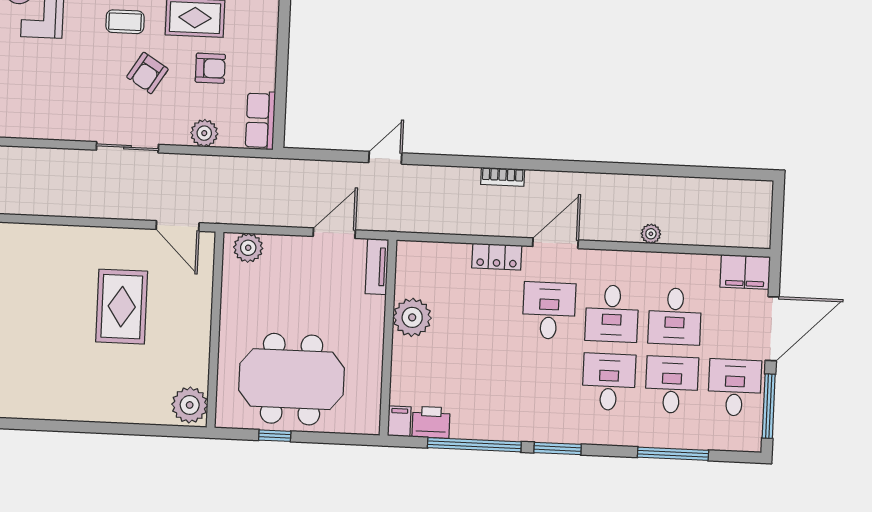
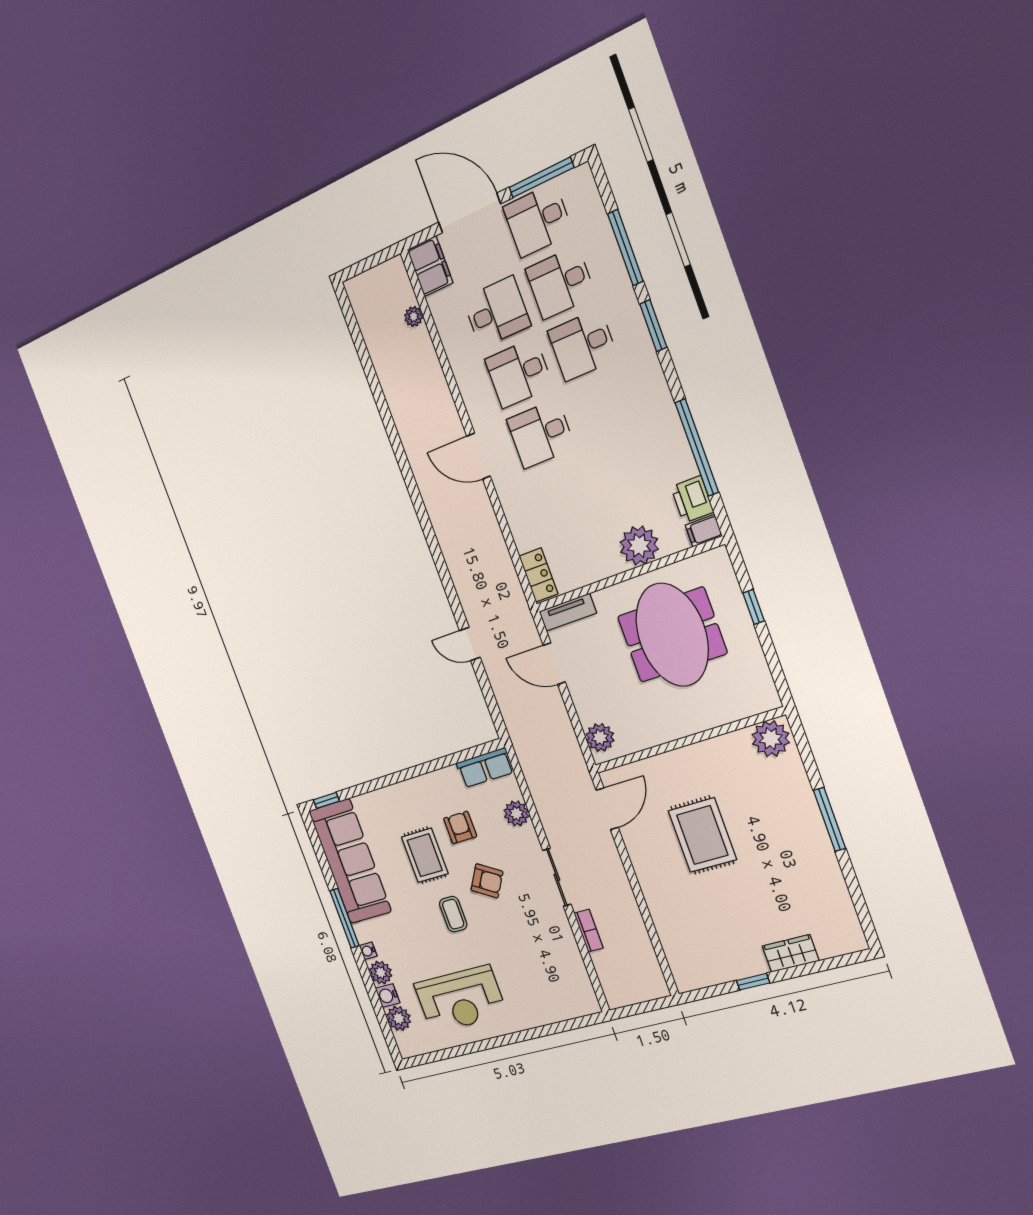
bookcase: (503, 177) -> (589, 931), moved
plant: (651, 234) -> (414, 316), moved
locker: (497, 257) -> (538, 575), moved
rug: (122, 307) -> (702, 835), turned 90
desk: (612, 313) -> (519, 373), turned 180
plant: (412, 317) -> (639, 546), moved
meeting table: (292, 379) -> (672, 635), moved
window: (97, 428) -> (829, 819), added
window: (275, 436) -> (754, 607), moved
window: (558, 449) -> (653, 326), moved

